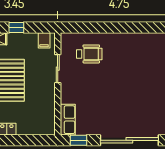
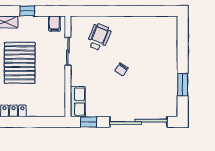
wheelchair: (89, 54) -> (99, 37), turned -68
chair: (112, 87) -> (121, 69), added

